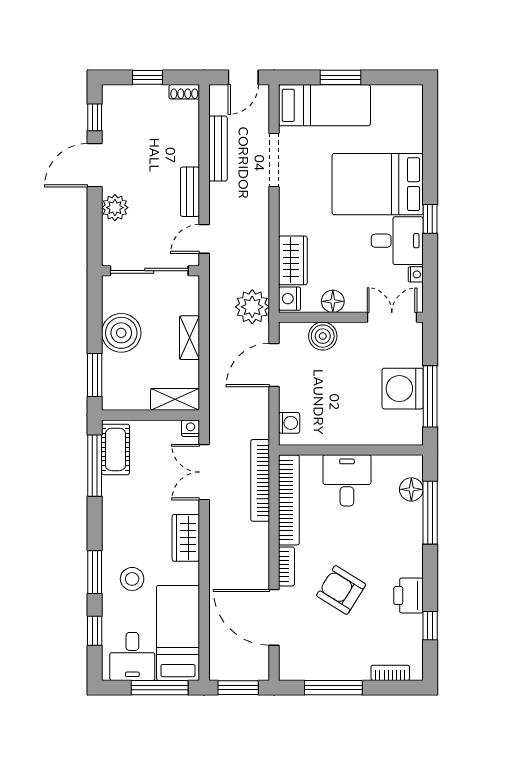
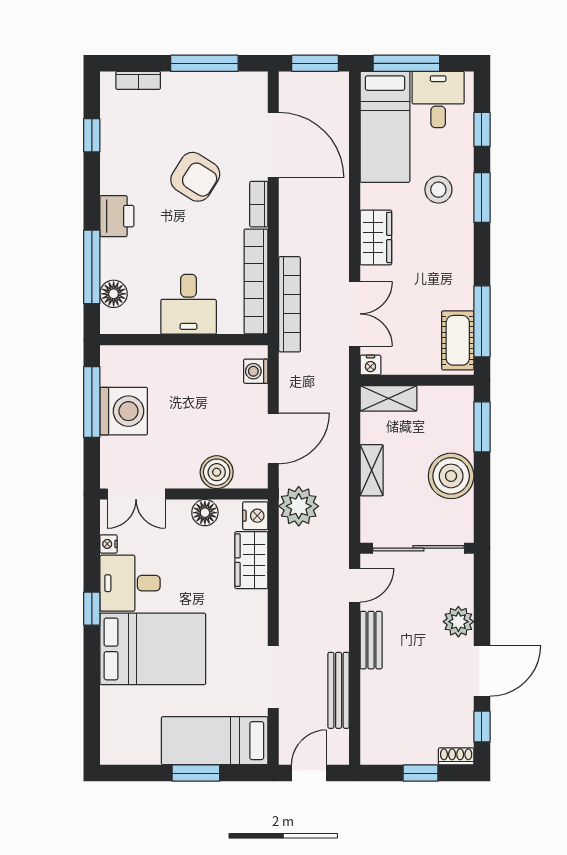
shoe rack: (184, 92) -> (456, 756), moved
printer: (408, 596) -> (117, 216), moved

